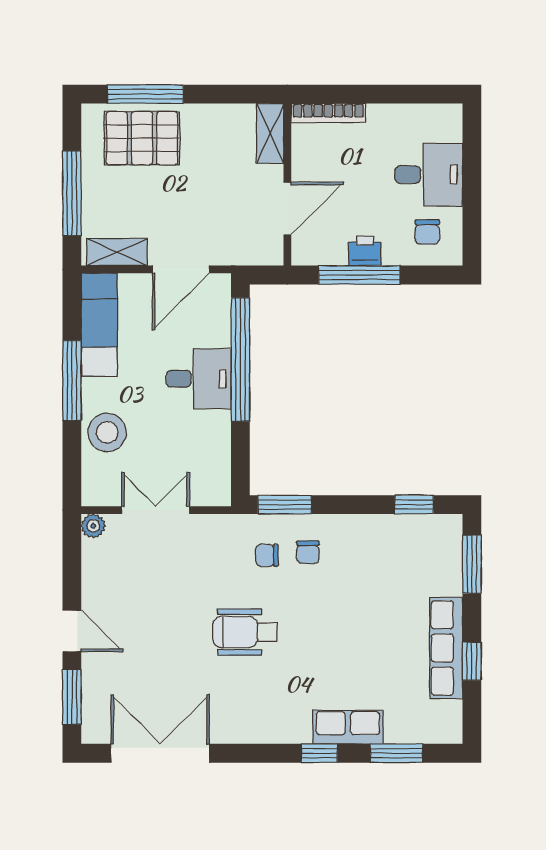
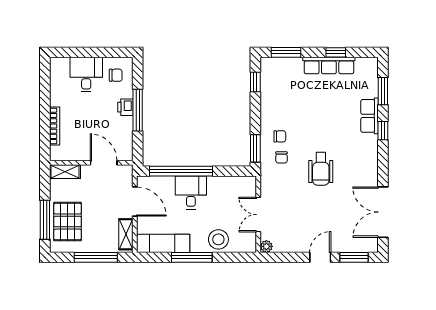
shelving: (270, 133) -> (65, 172), moved
wall: (287, 185) -> (91, 163), moved
door: (287, 209) -> (104, 163), moved

